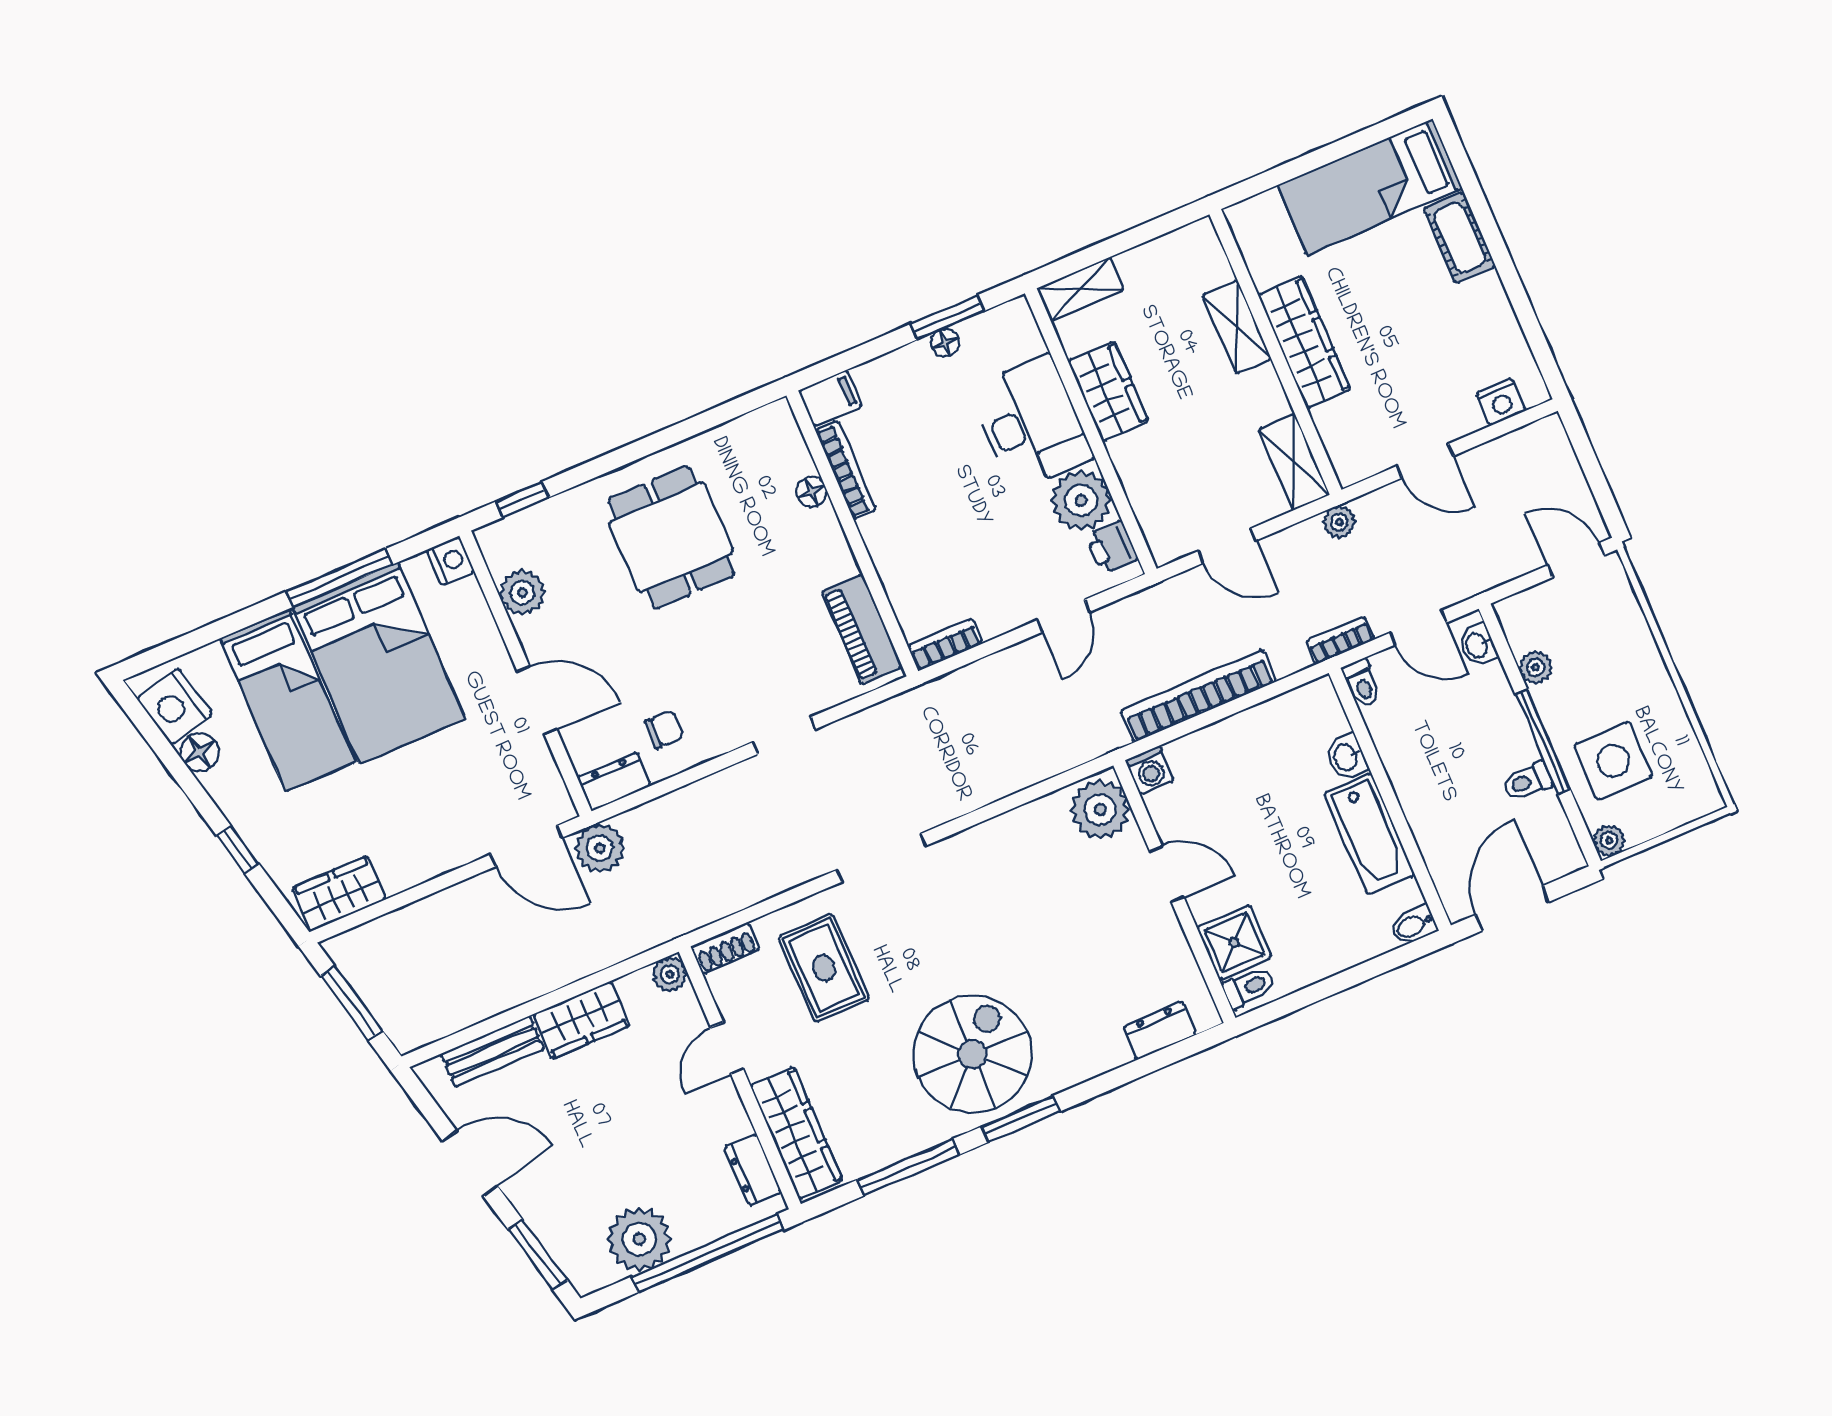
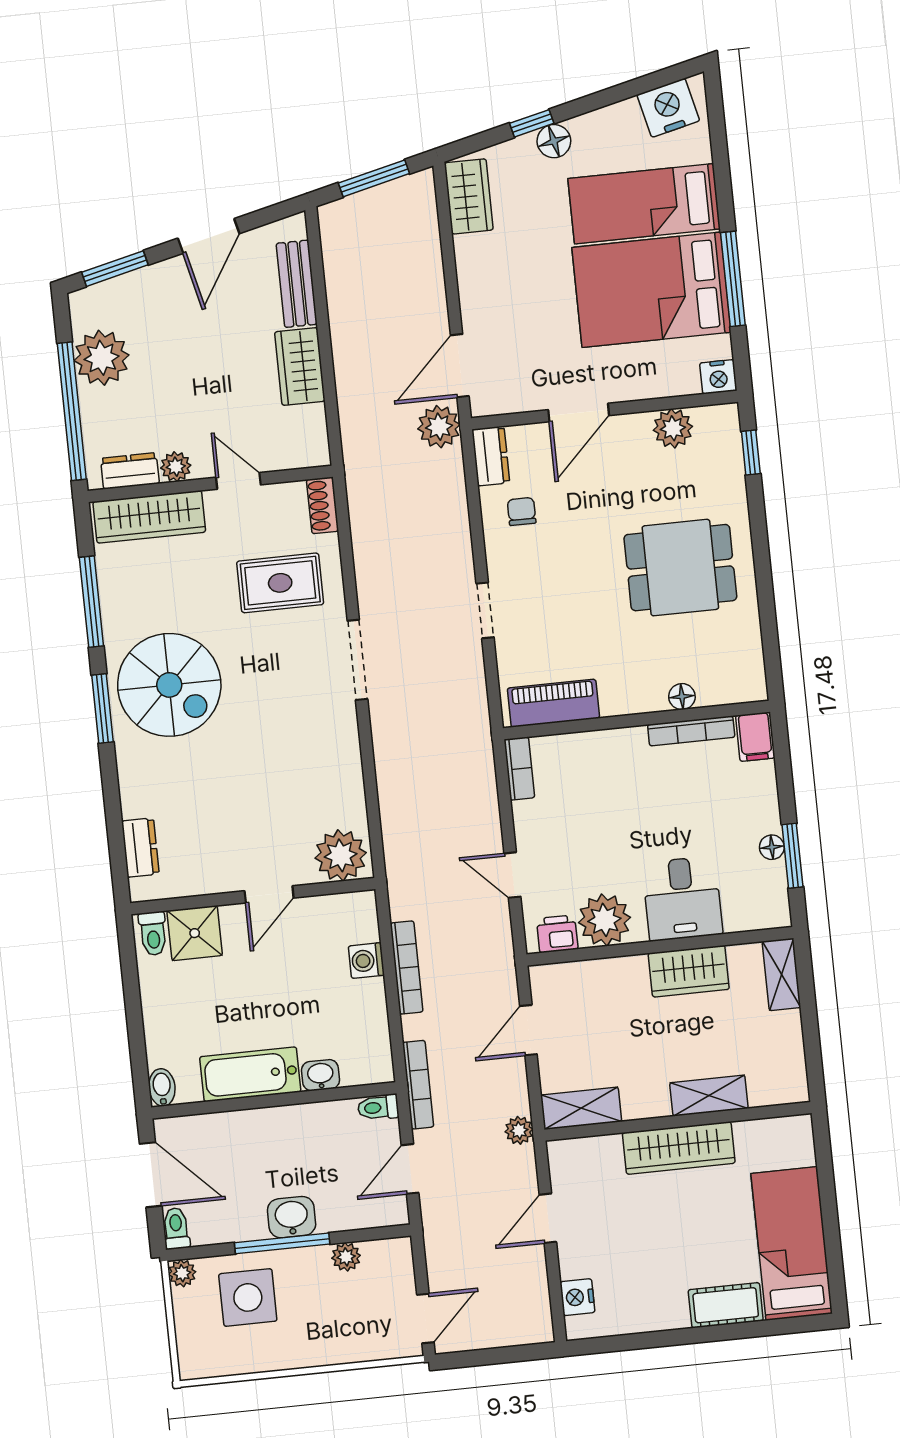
desk: (1031, 423) -> (682, 899), width x0.73
bookcase: (1340, 640) -> (418, 1085), width x1.56
washbasin: (1477, 645) -> (292, 1217), moved, width x1.38, depth x1.45
bookcase: (1198, 696) -> (407, 967), width x0.68, depth x0.76
chair: (664, 729) -> (522, 511), turned 180
floor lamp: (200, 752) -> (554, 141), moved
washing machine: (1150, 770) -> (366, 961), moved
toilet: (1528, 781) -> (176, 1228), moved
plant: (670, 974) -> (176, 467), moved

